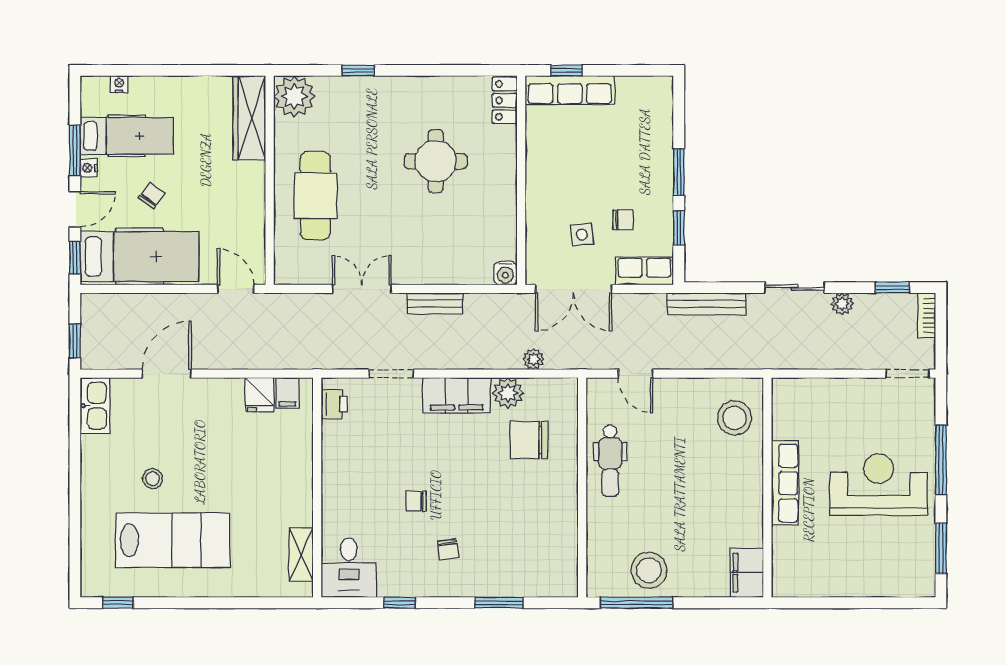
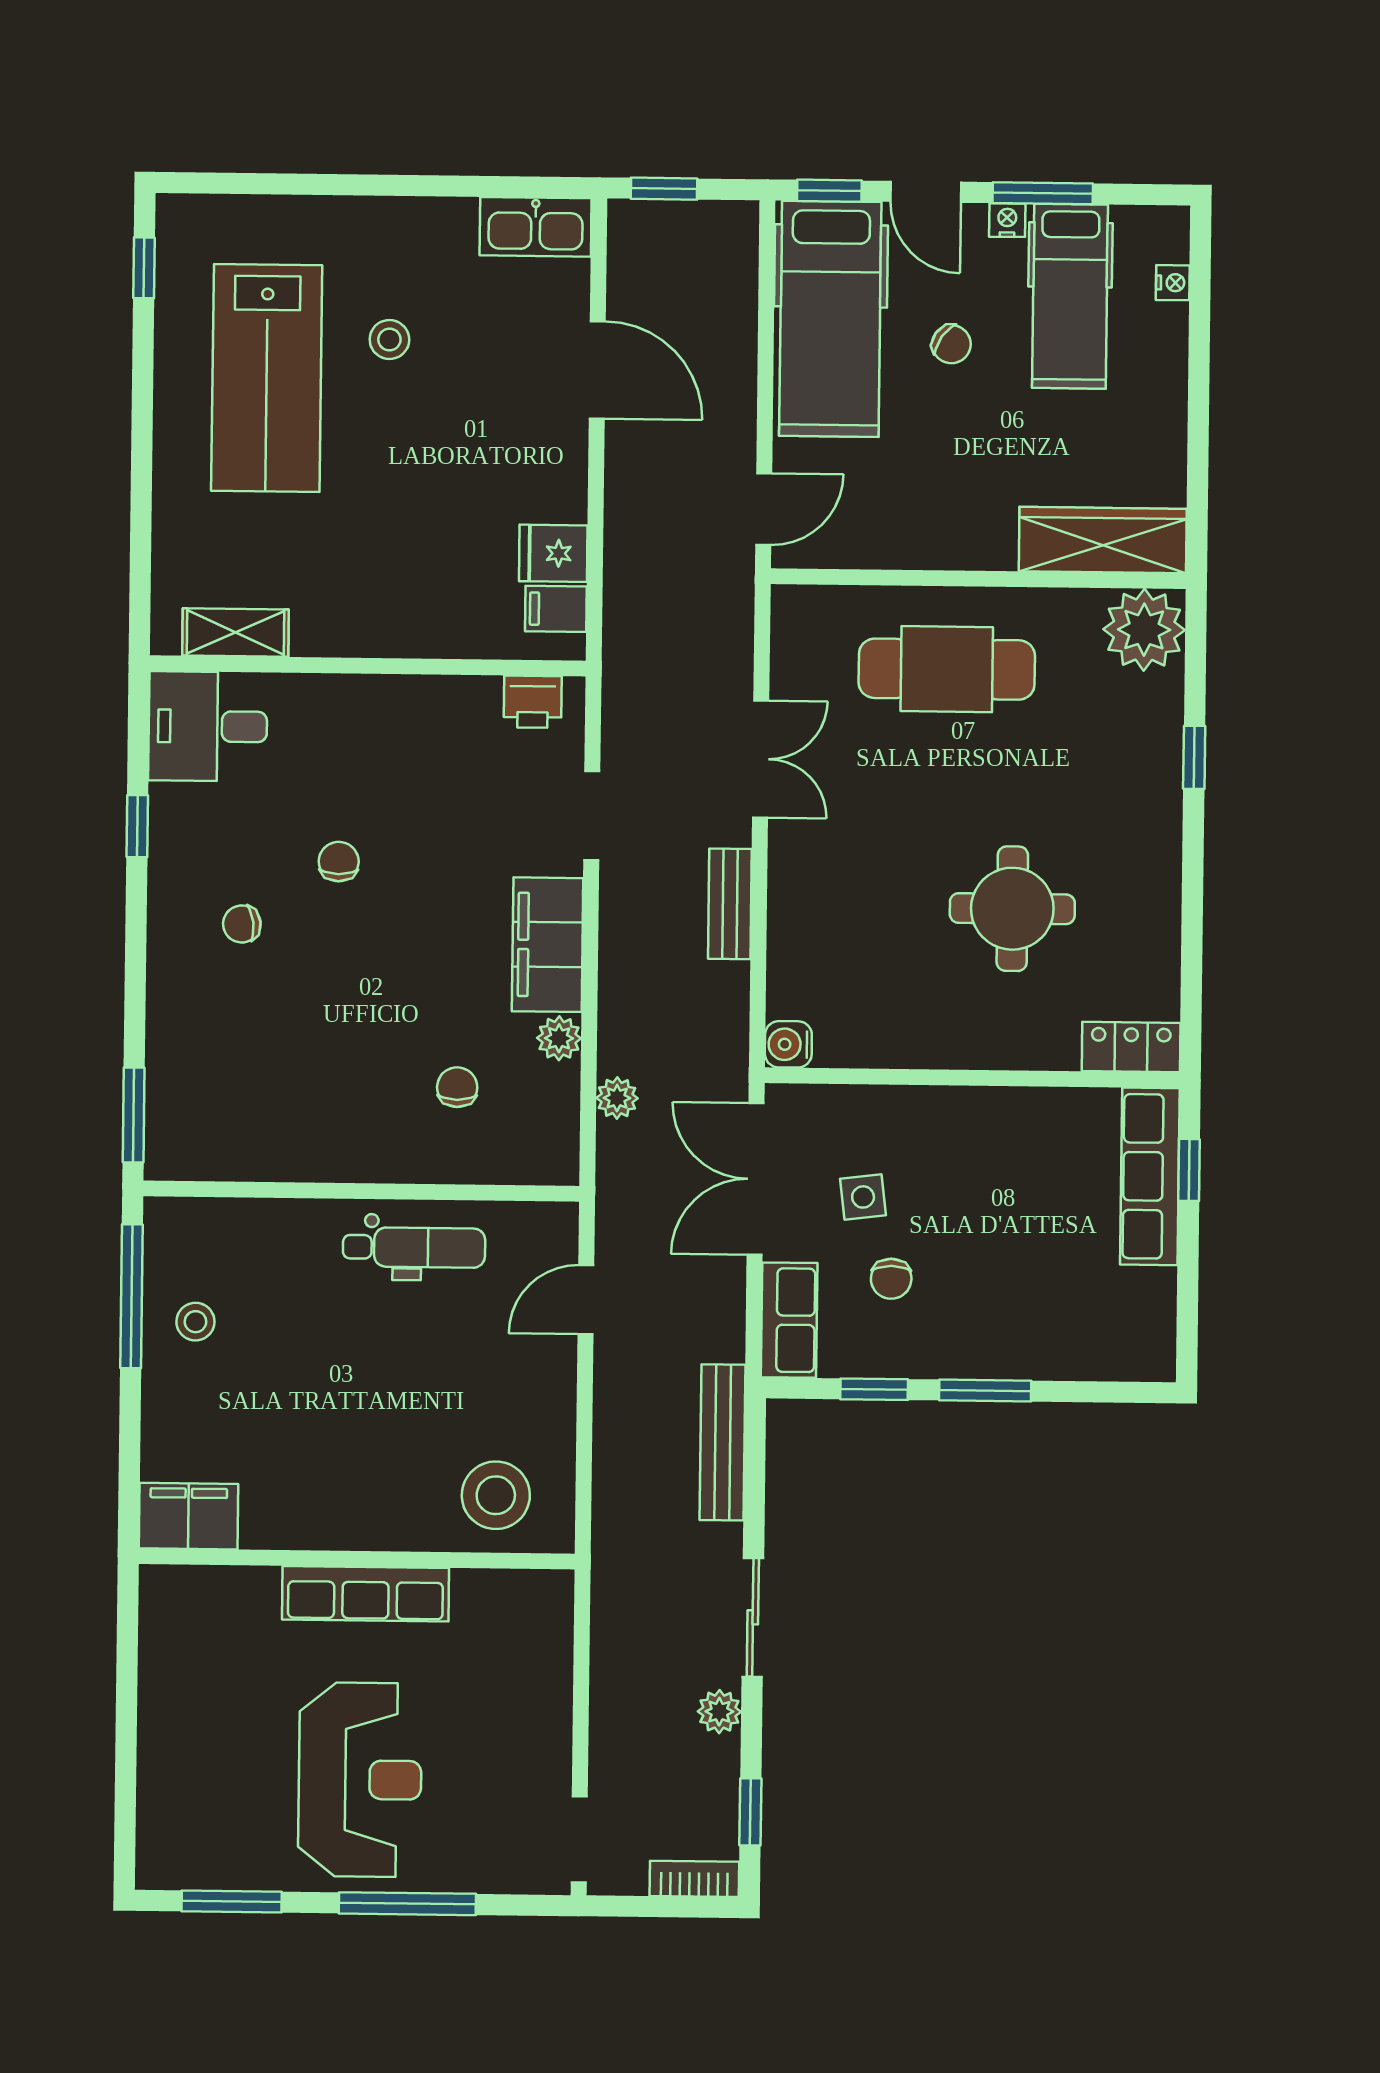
plant: (508, 393) -> (559, 1038), width x0.73, depth x0.73
chair: (529, 440) -> (457, 1087), width x0.54, depth x0.54
dental chair: (610, 461) -> (414, 1247), turned 180
stool: (649, 570) -> (195, 1322), width x0.53, depth x0.53
window: (499, 603) -> (134, 1115), moved

